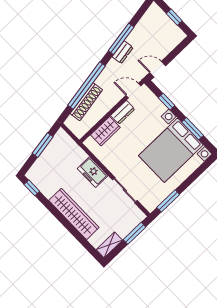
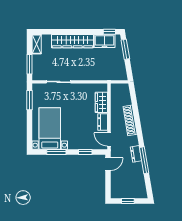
window: (87, 86) -> (137, 116), removed
door: (133, 91) -> (109, 139), swing flipped
shoe rack: (86, 102) -> (130, 120), moved
window: (43, 145) -> (125, 49), moved
bed with nightstands: (171, 150) -> (50, 129), width x0.73
freezer: (93, 172) -> (105, 41), moved, turned 180

